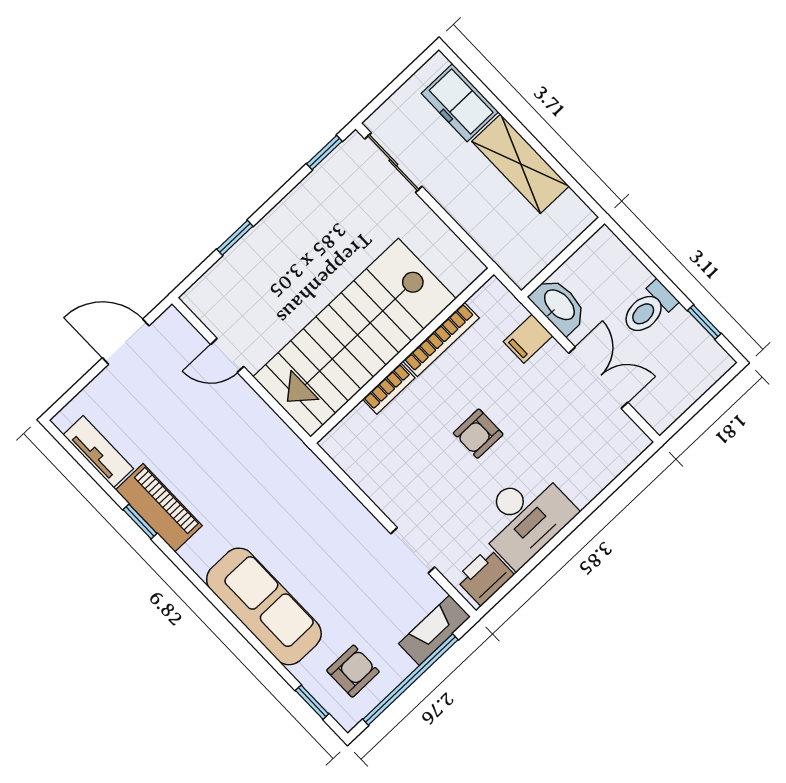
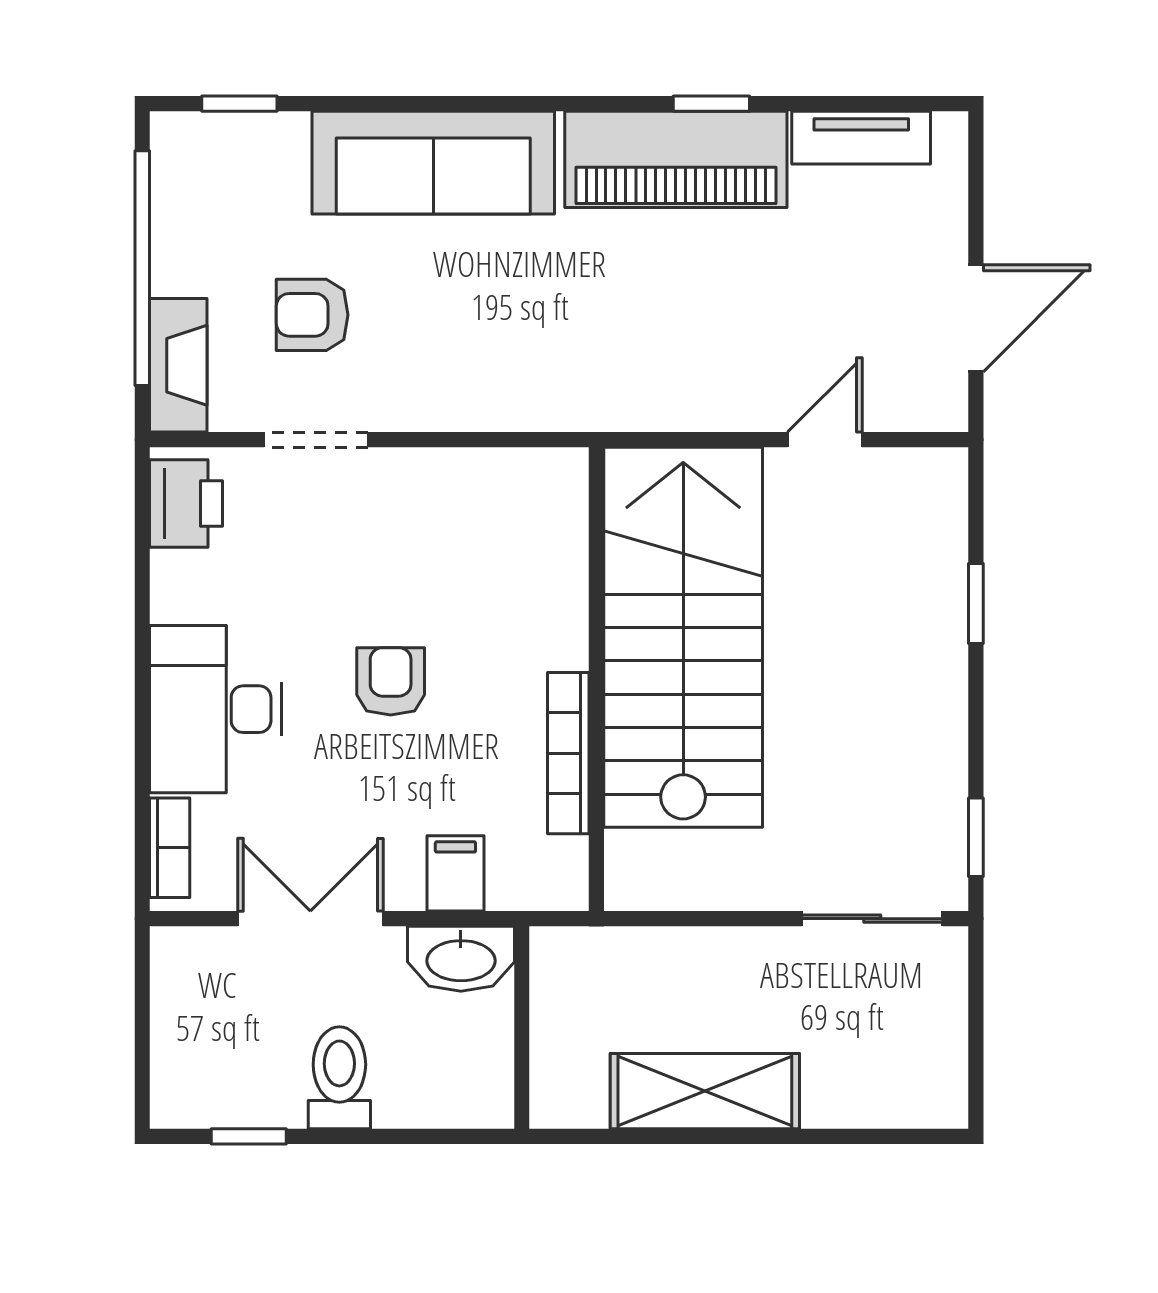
freezer: (460, 103) -> (868, 1088), removed
double door: (598, 378) -> (310, 919), swing flipped
bookcase: (389, 389) -> (170, 848), moved, turned 180
piano: (159, 508) -> (676, 159), width x1.37, depth x1.33
desk: (525, 517) -> (216, 709), moved
armchair: (353, 671) -> (312, 315), moved, turned 90

